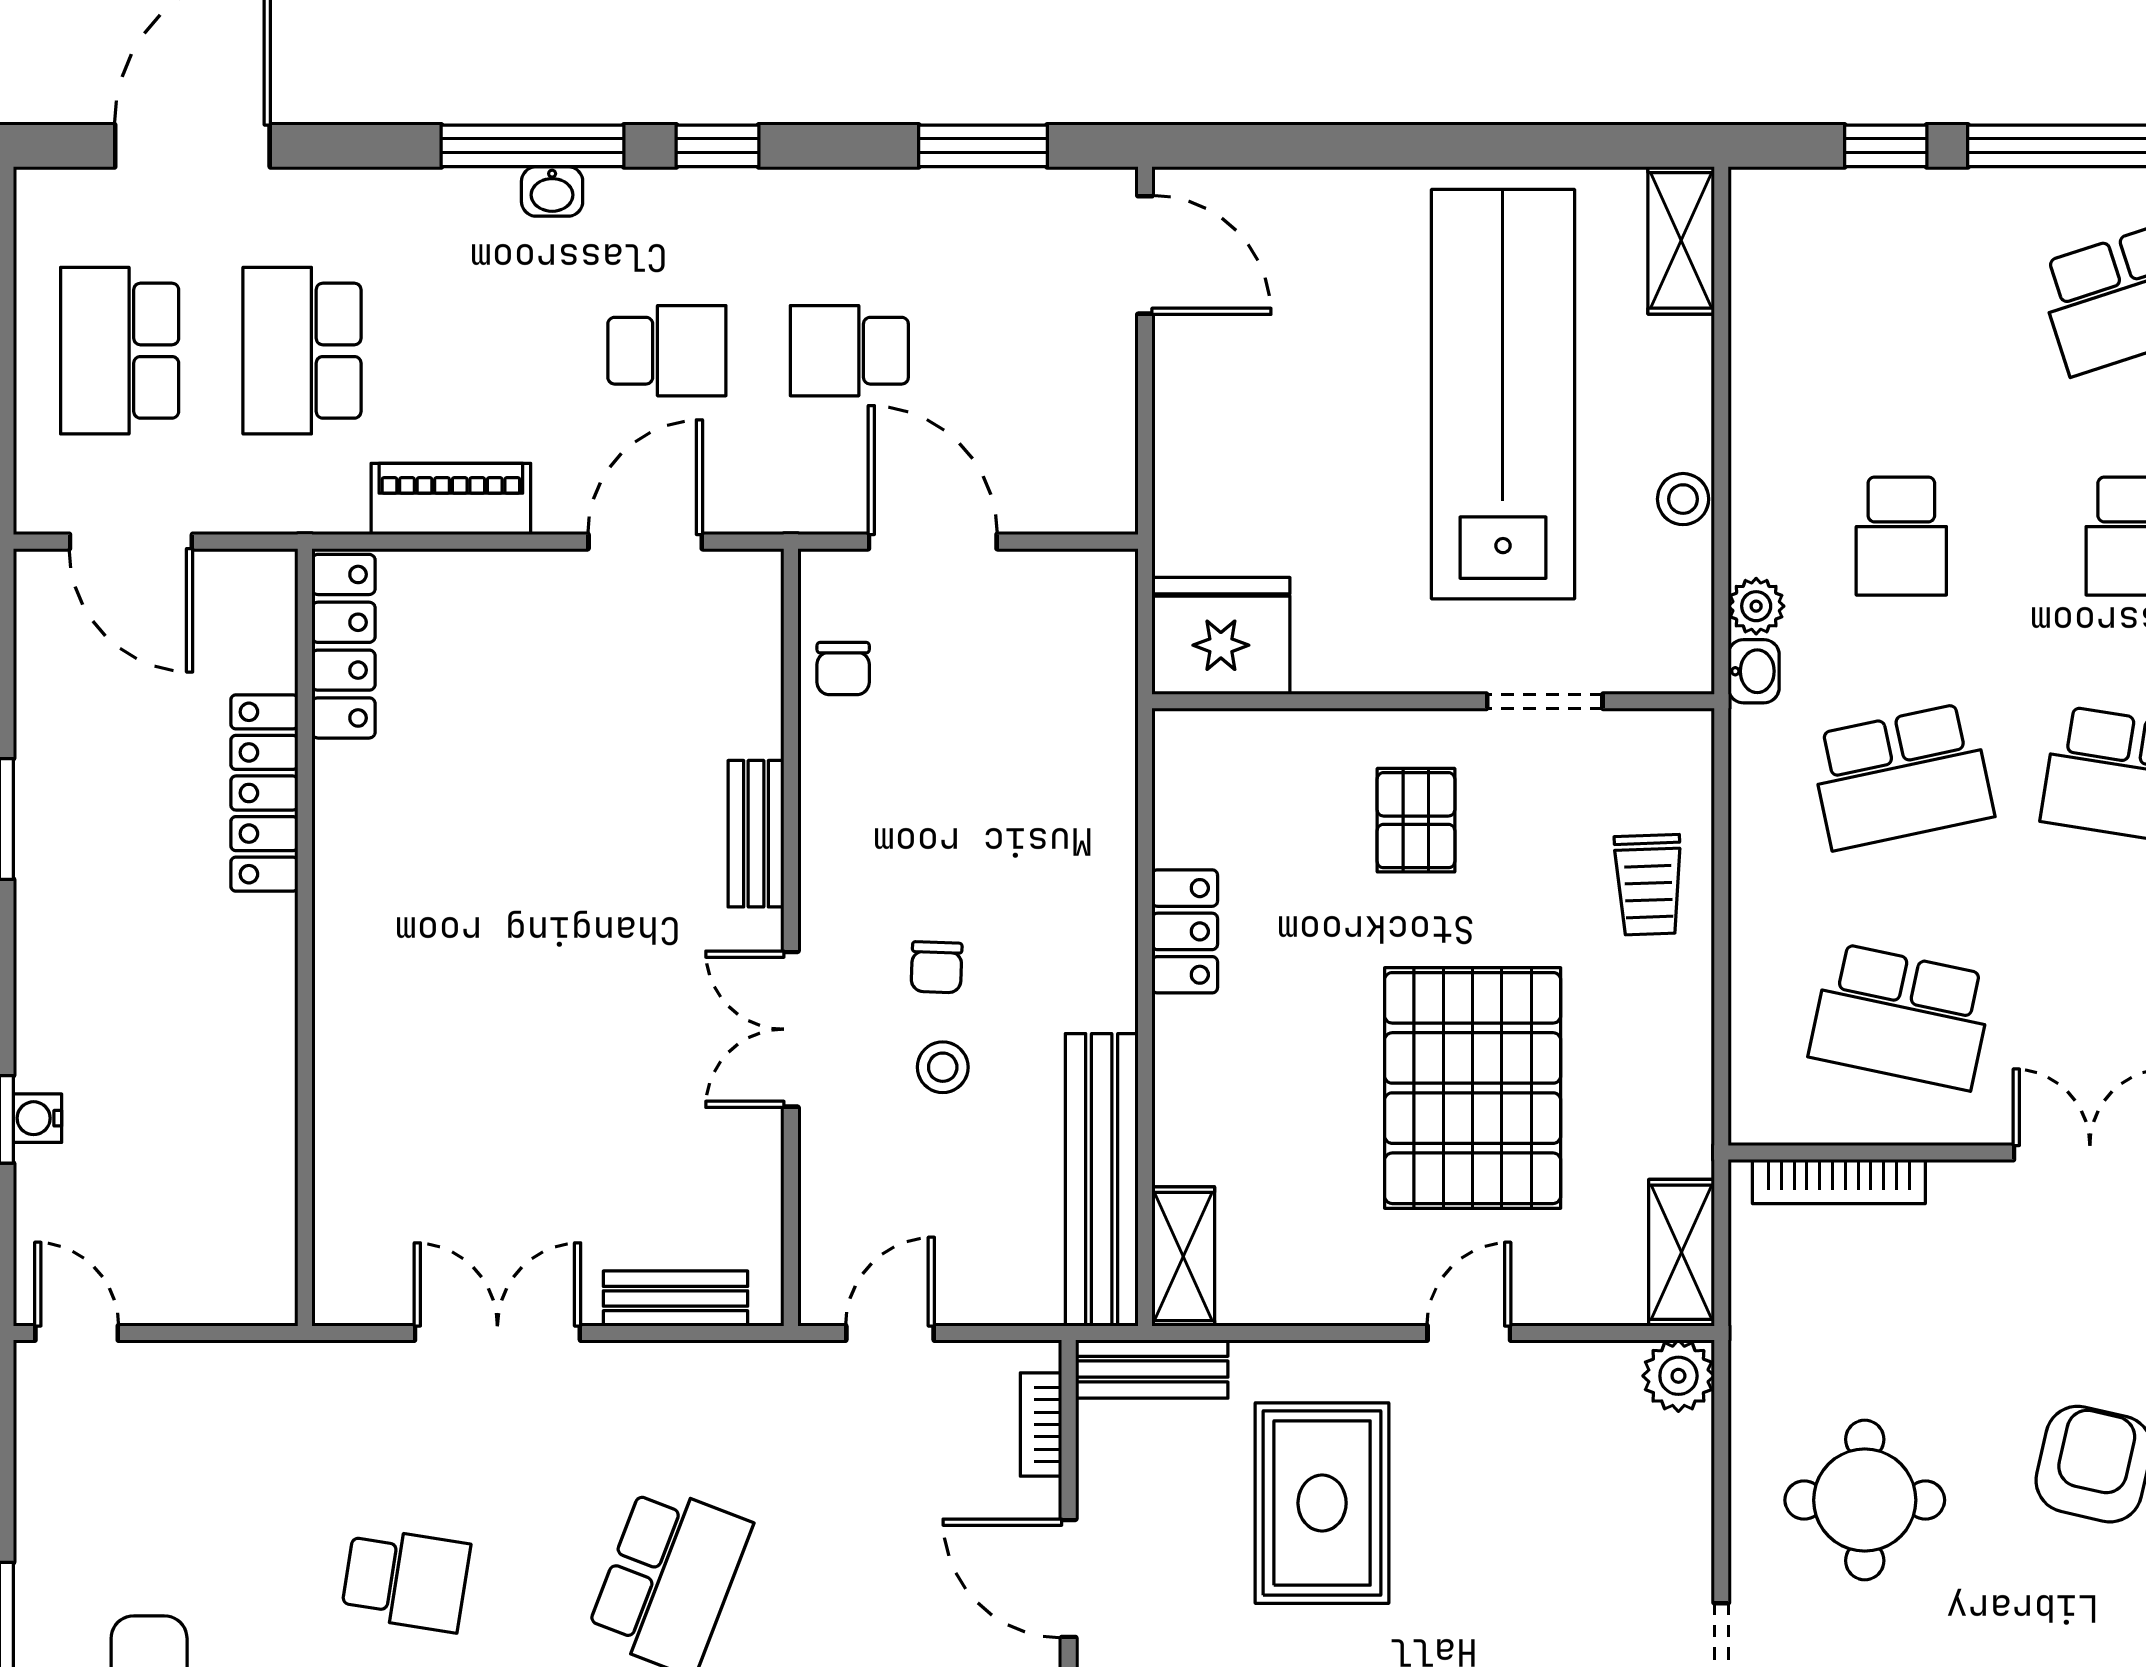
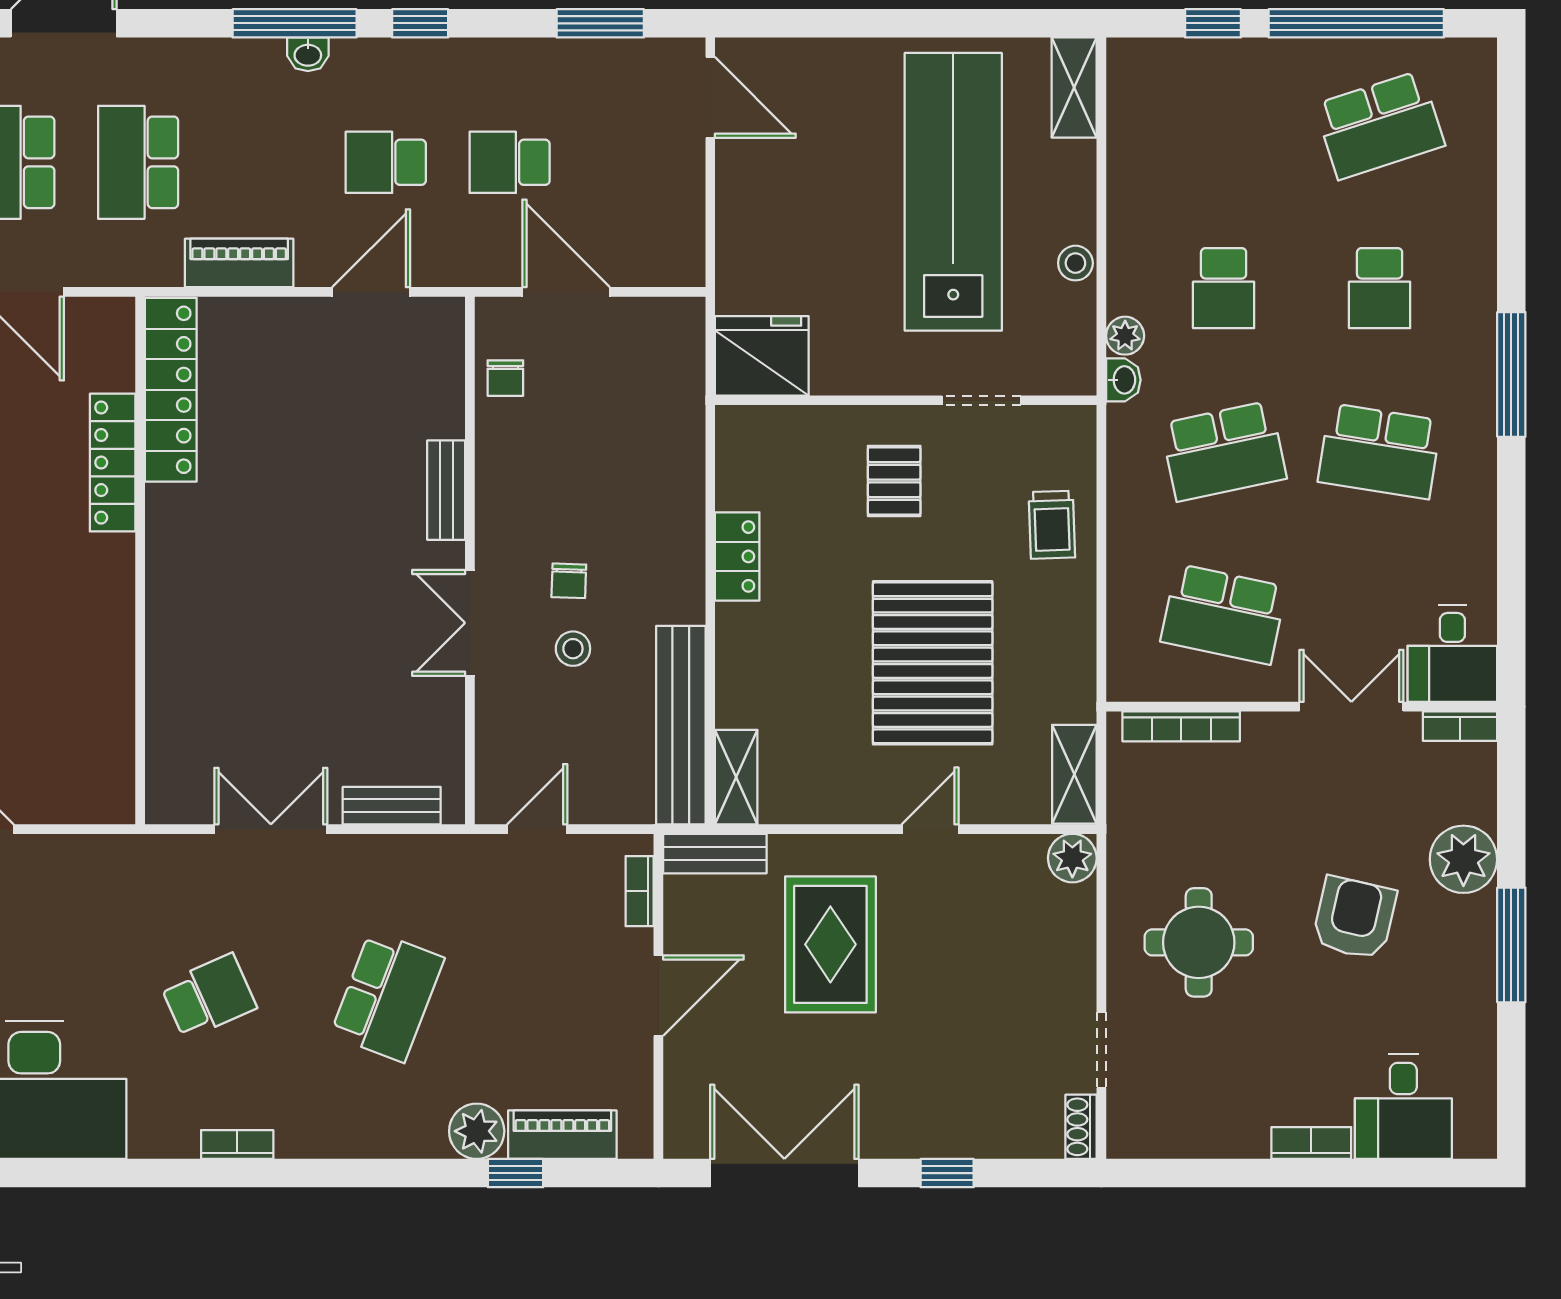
school desk: (667, 351) -> (386, 162), turned 180
locker: (343, 646) -> (171, 390), width x1.41, depth x1.21
door: (1069, 1578) -> (658, 996), swing flipped
school desk: (406, 1580) -> (209, 996), turned -33

